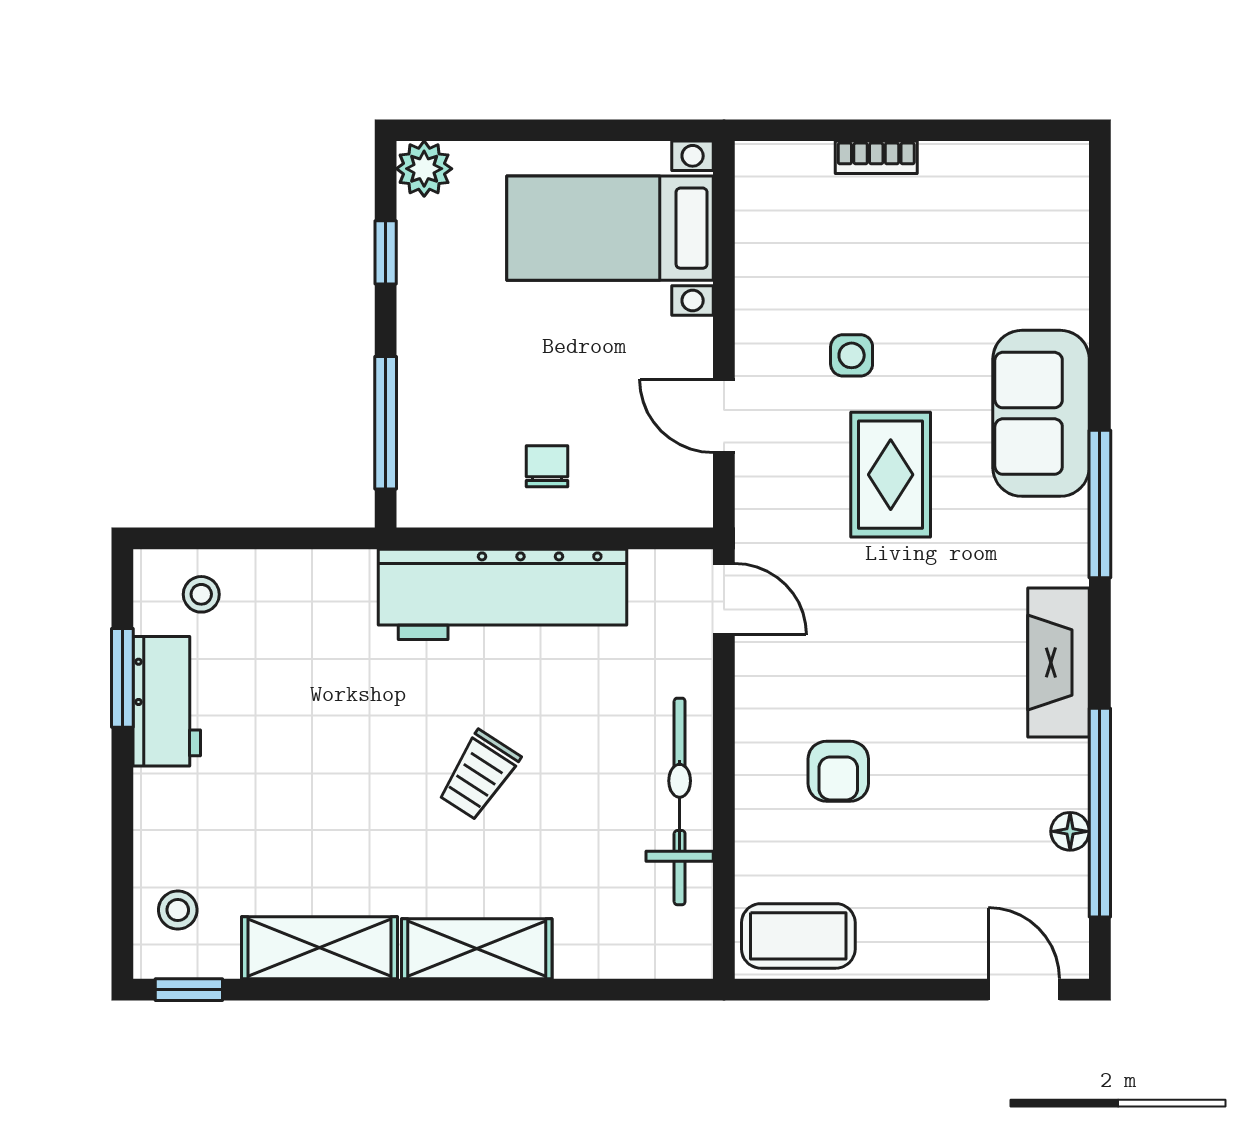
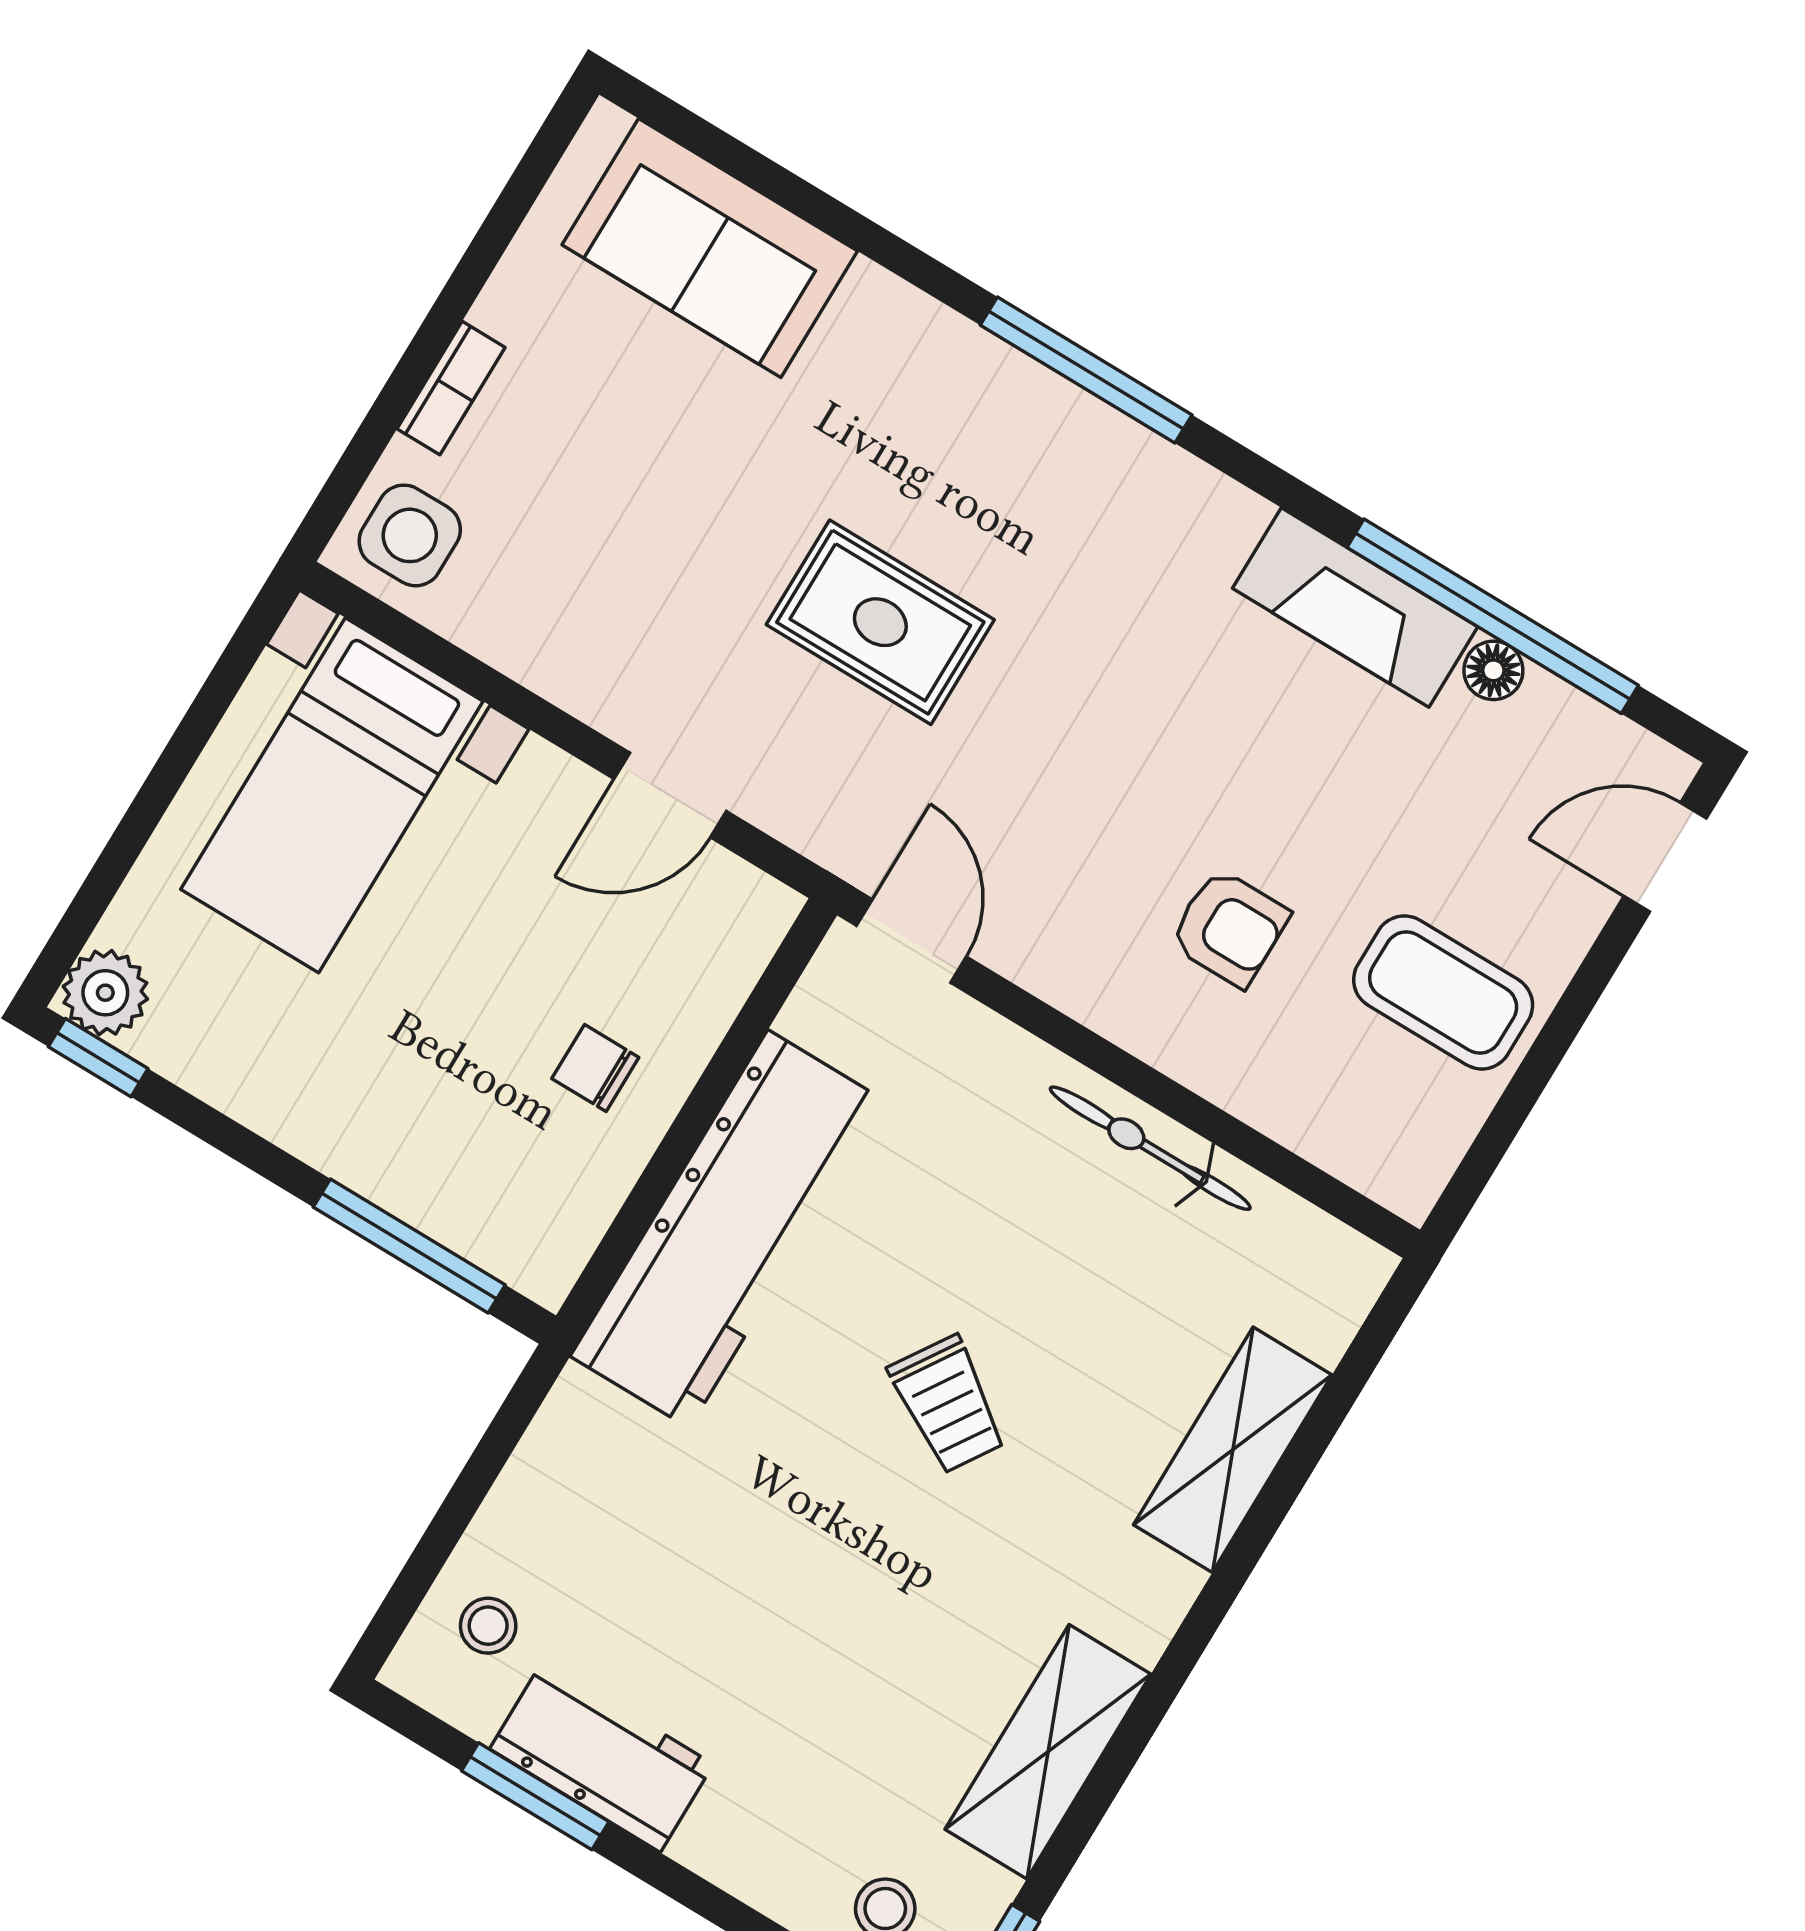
window: (386, 252) -> (98, 1058), moved
side table: (852, 355) -> (410, 535), moved, width x1.37, depth x1.37
sofa: (1041, 413) -> (710, 248), moved
door: (724, 599) -> (911, 941), hinge flipped
fireplace: (1058, 663) -> (1355, 608), moved
bicycle: (680, 801) -> (1150, 1148), width x0.73, depth x0.71
coffee table: (798, 936) -> (1443, 992), moved, turned 90
shelving: (477, 949) -> (1233, 1450), moved

